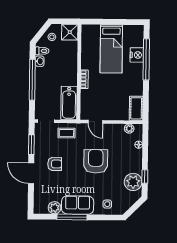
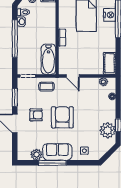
armchair: (96, 161) -> (62, 117), moved

